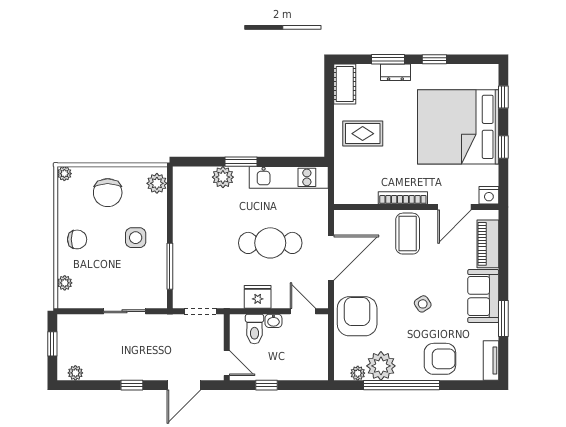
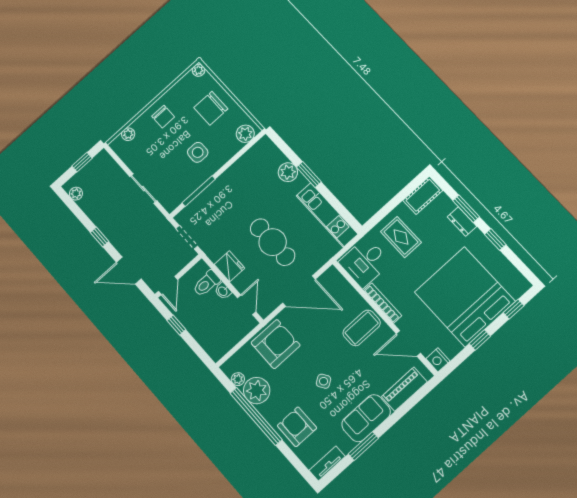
desk: (356, 182) -> (365, 262), added
armchair: (440, 359) -> (297, 427), turned 180

